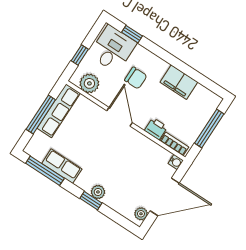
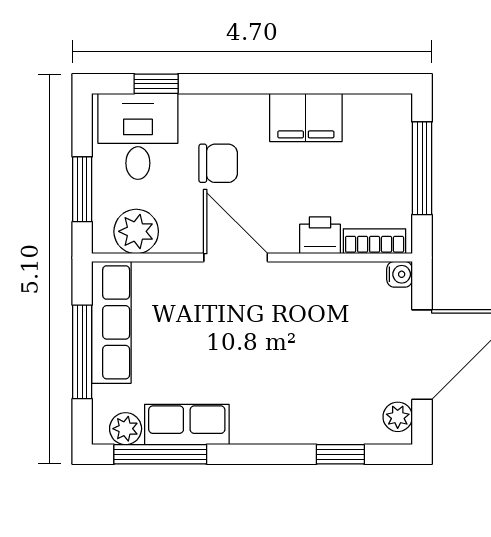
window: (80, 55) -> (82, 189), width x1.50
plant: (98, 192) -> (126, 429), moved
window: (91, 201) -> (340, 454), moved

